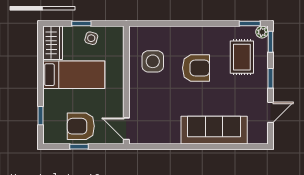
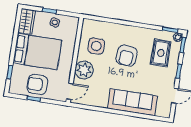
armchair: (196, 68) -> (127, 56), turned 96
bed: (74, 75) -> (37, 52), width x1.50
plant: (141, 97) -> (84, 70), added
door: (126, 129) -> (70, 91), swing flipped

